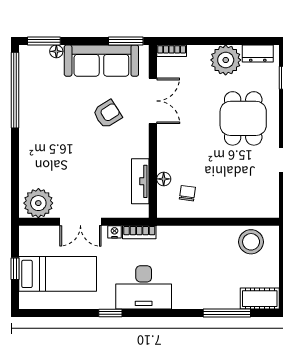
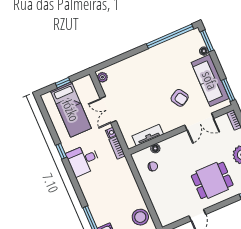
plant: (38, 203) -> (102, 77), width x0.53, depth x0.53
desk: (144, 287) -> (83, 160), width x0.73

